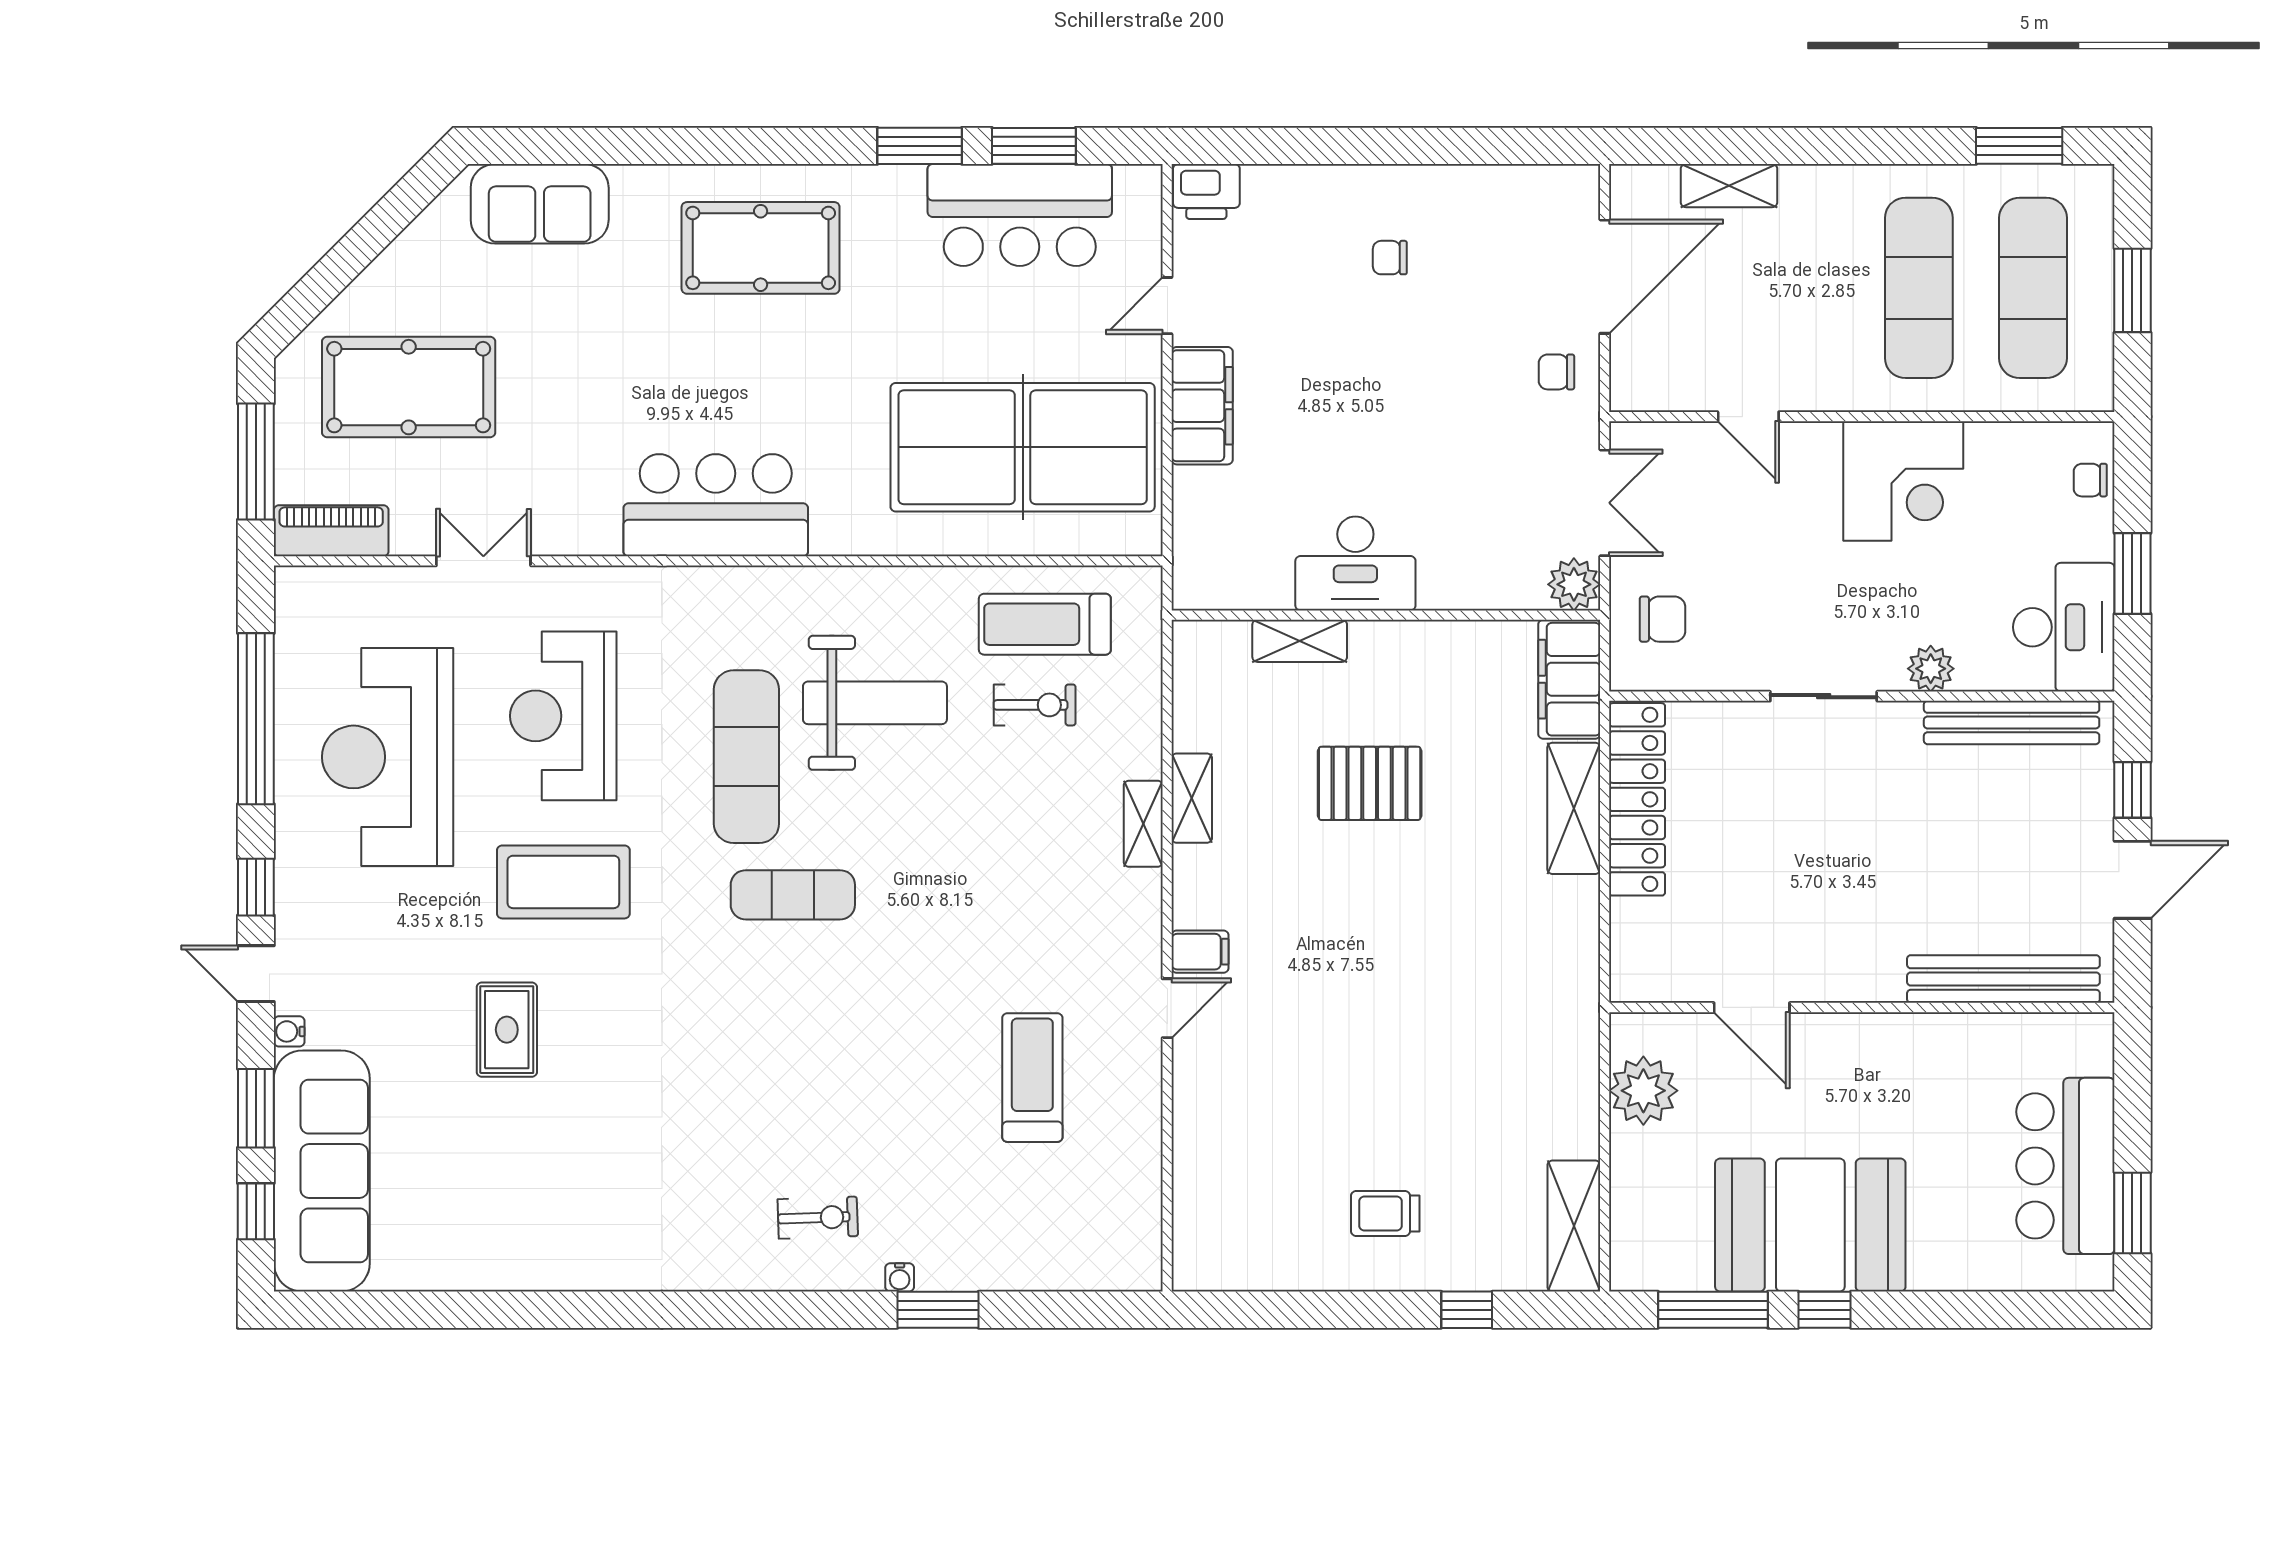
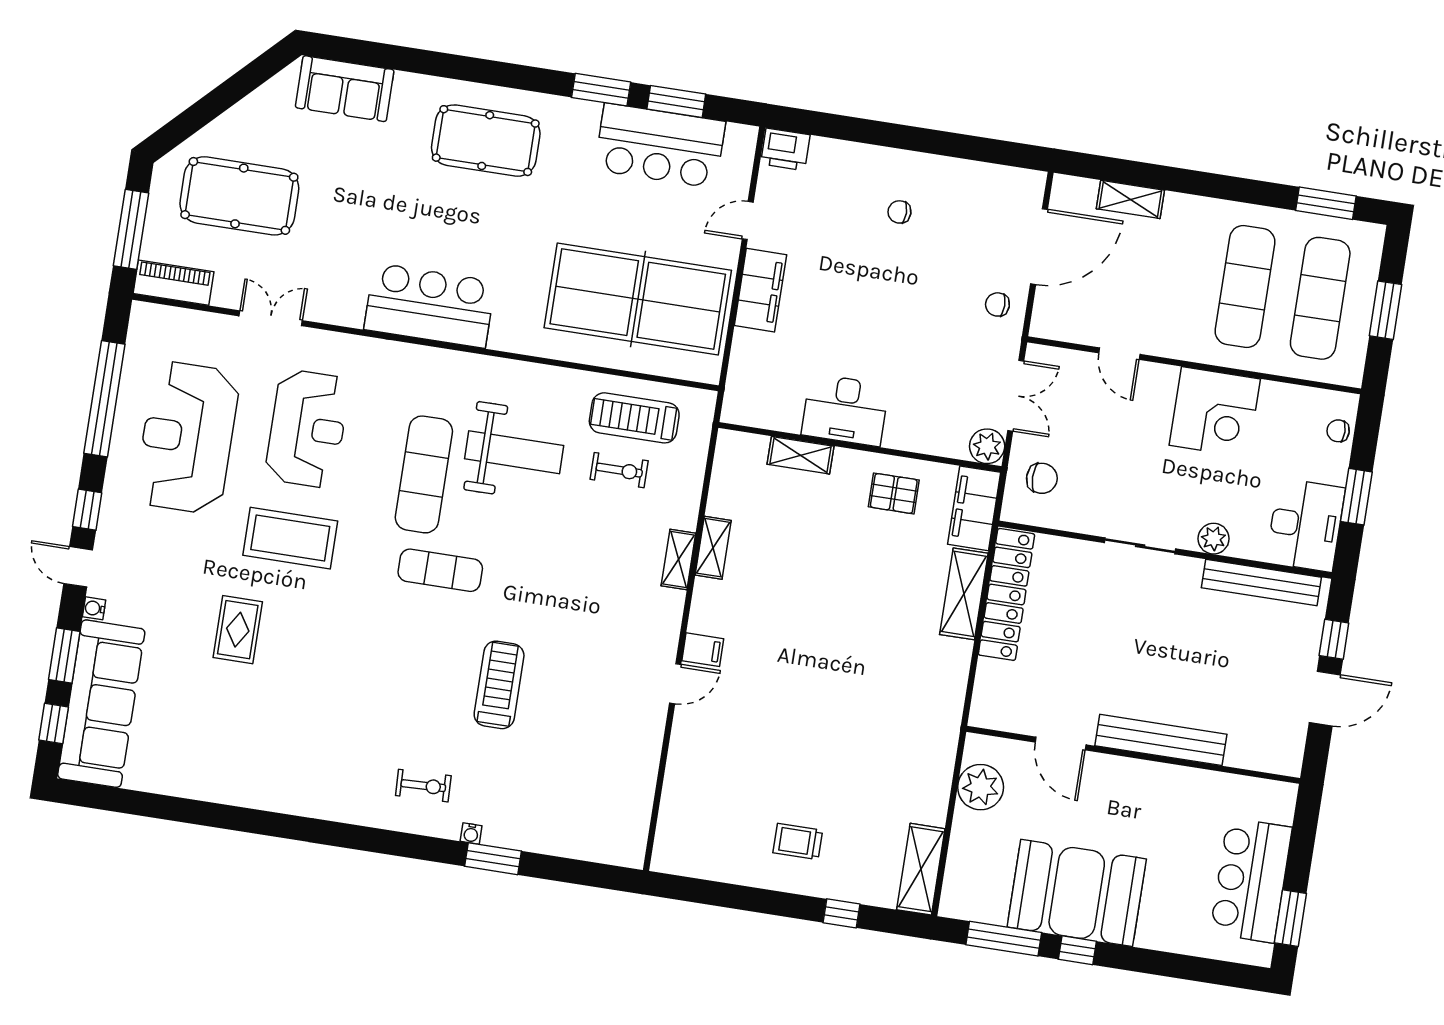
reception desk: (563, 716) -> (307, 429), turned 180
pallet: (1370, 783) -> (894, 493), moved, width x0.67, depth x0.71
bench: (2003, 979) -> (1161, 740), moved
treadmill: (1032, 1078) -> (499, 685), moved

